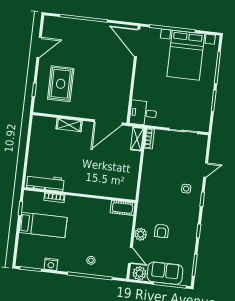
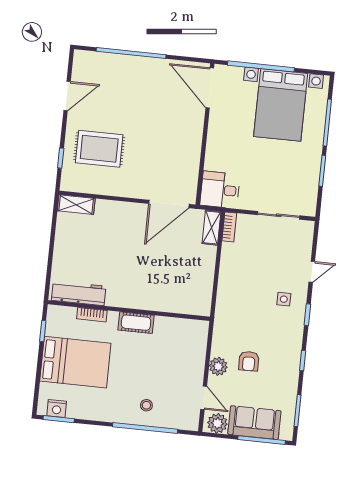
rug: (61, 84) -> (99, 149), turned 90
shelving: (69, 125) -> (76, 205), moved
cot: (123, 208) -> (136, 323), moved
bed: (43, 225) -> (75, 362), width x1.50
nightstand: (51, 264) -> (57, 408), moved

